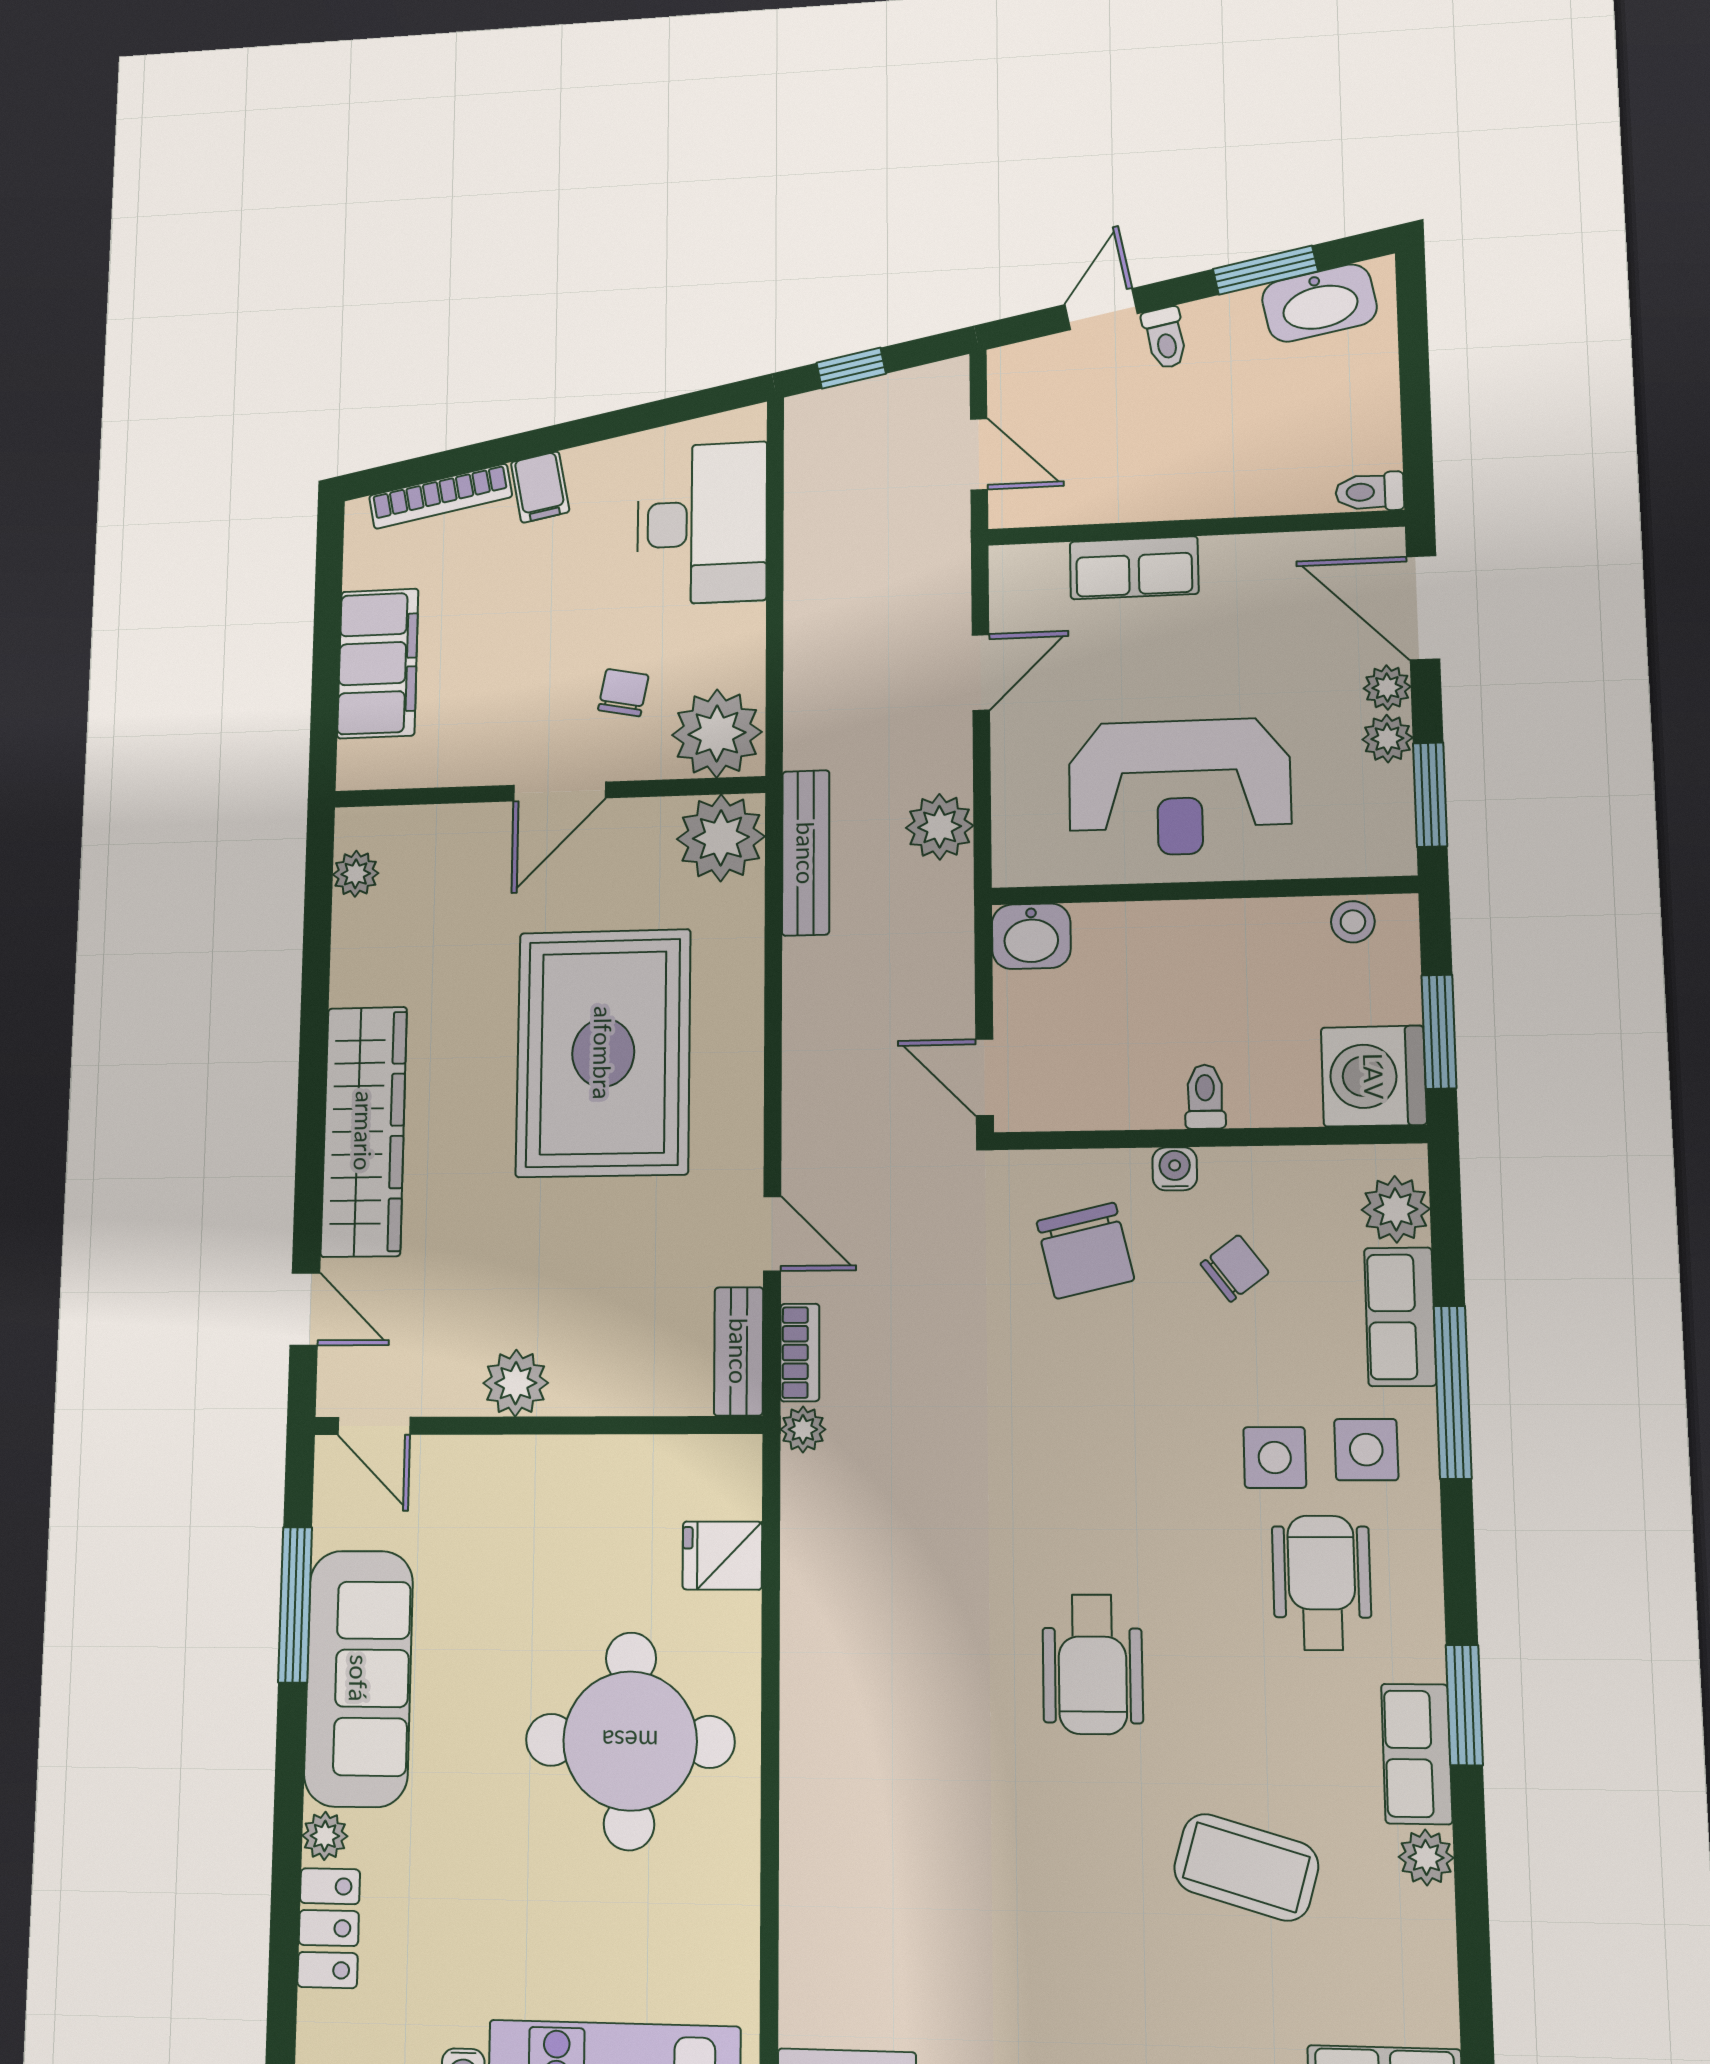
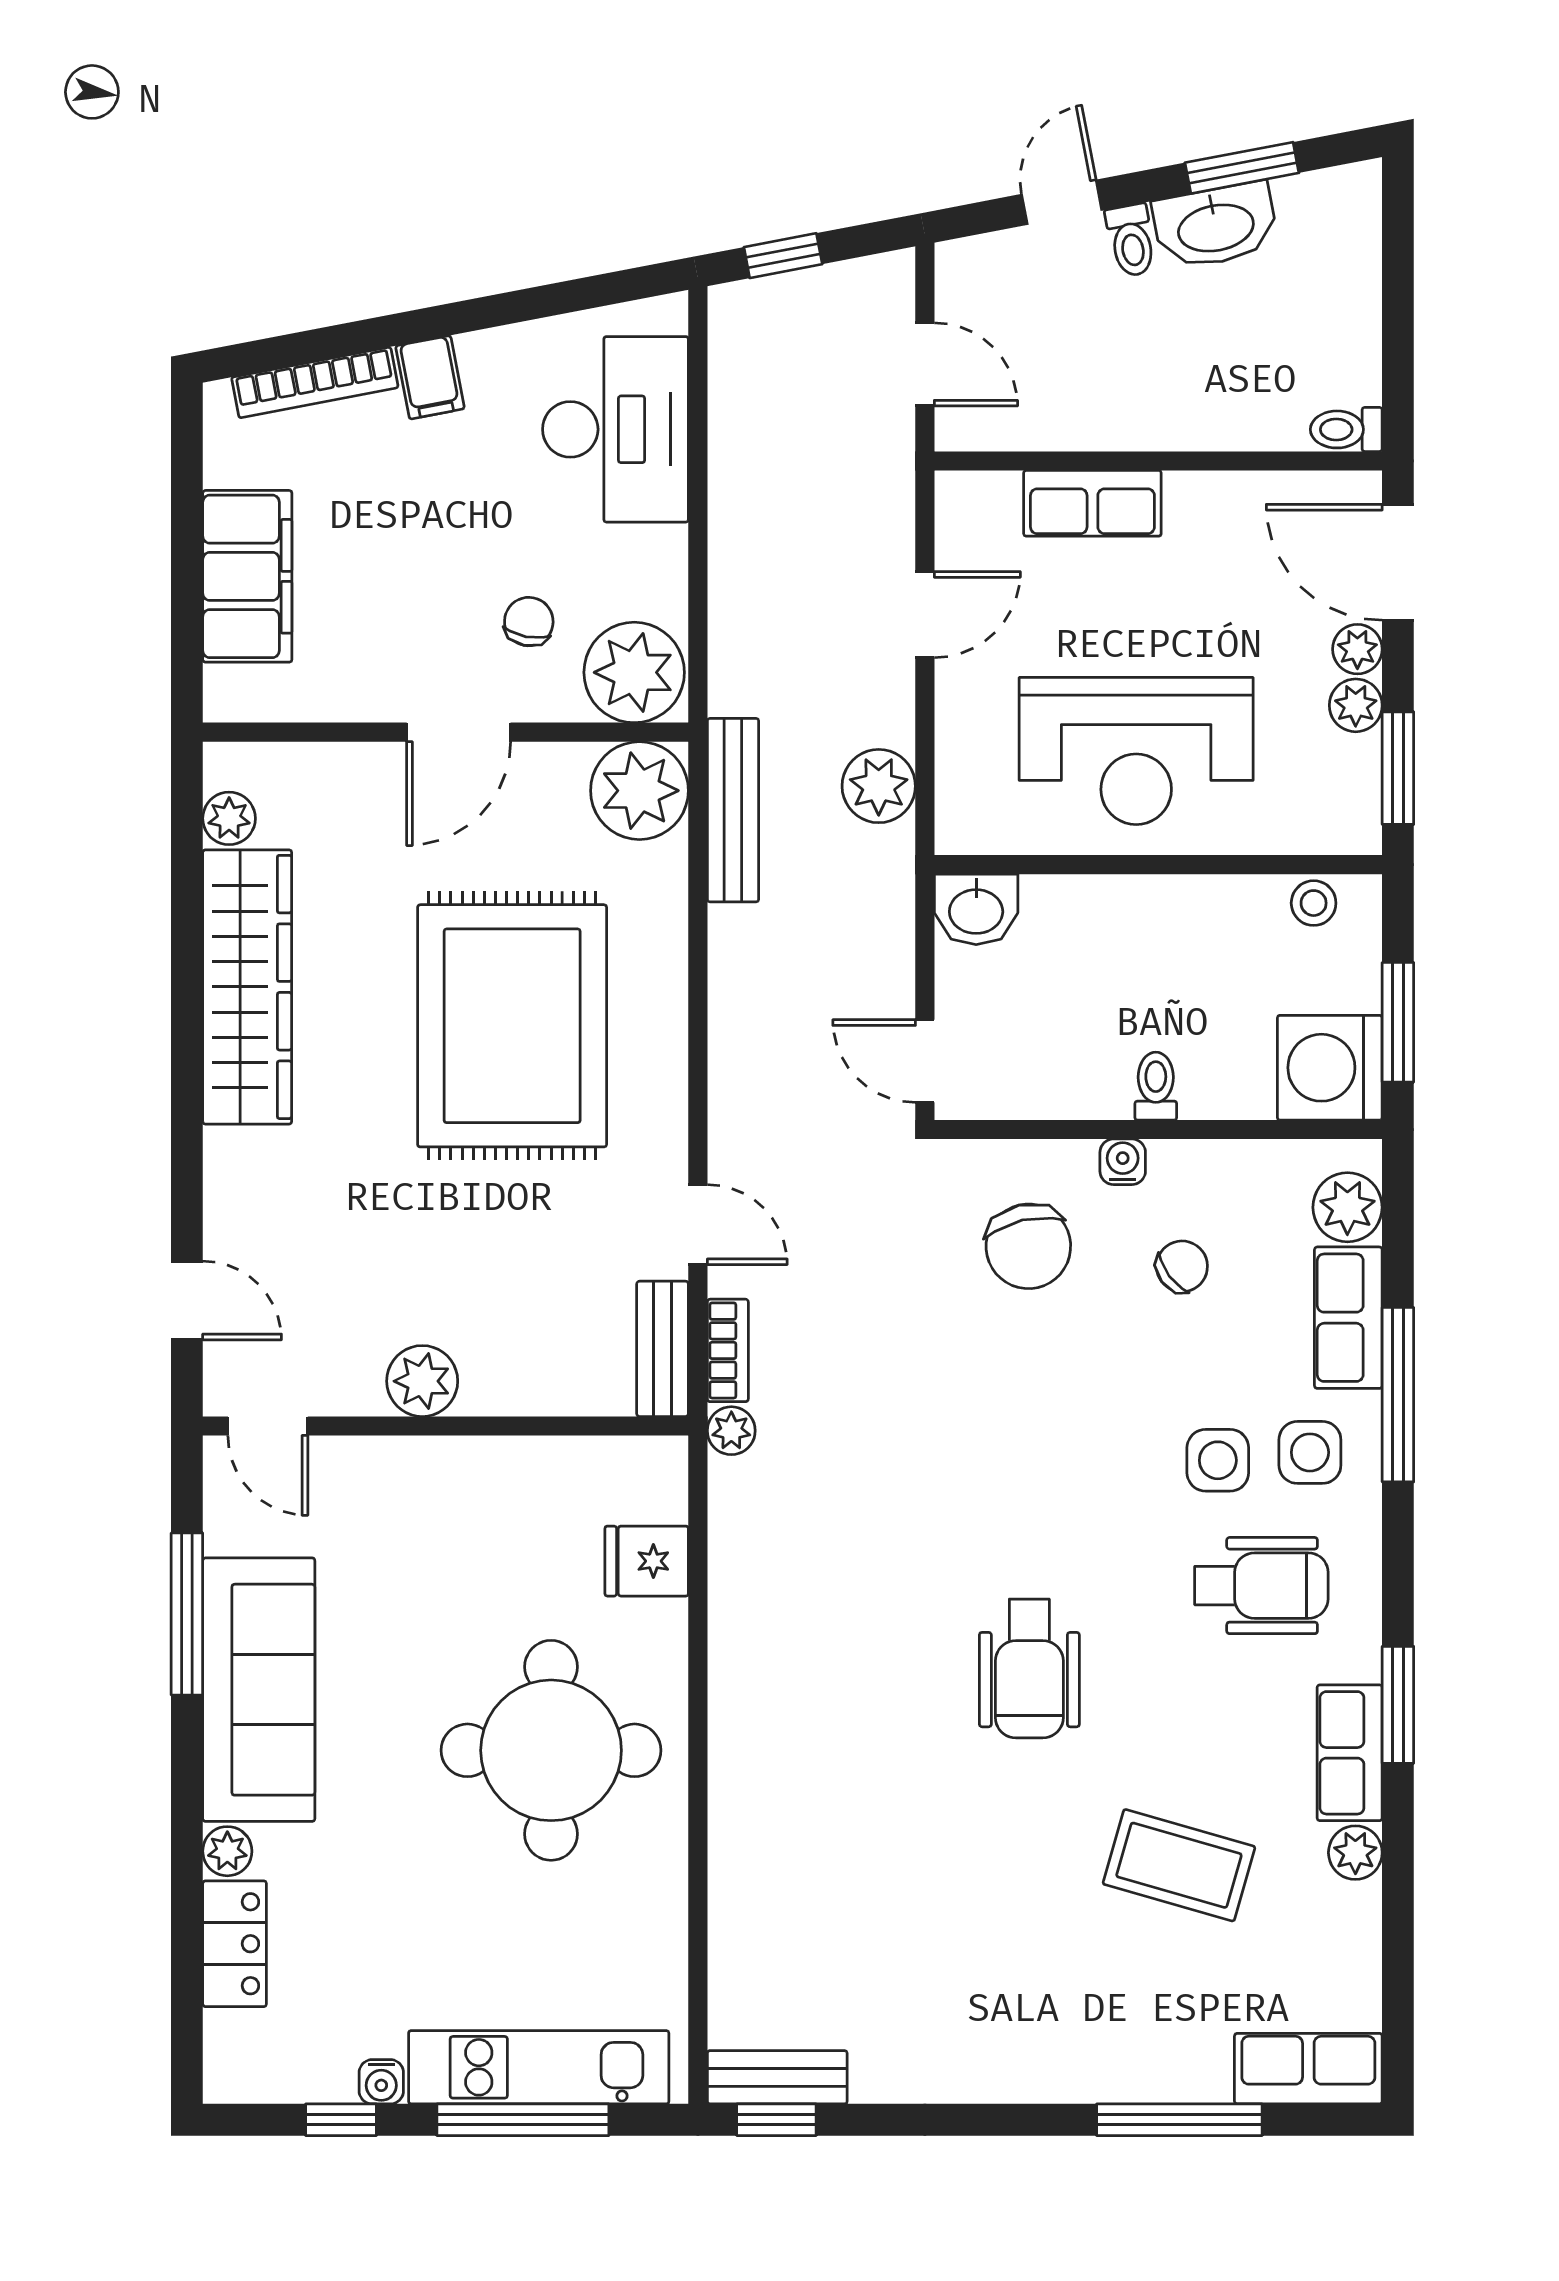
washbasin: (1319, 303) -> (1215, 226), moved
wardrobe: (364, 1131) -> (247, 987), moved
wheelchair: (1322, 1583) -> (1261, 1586), turned 90

